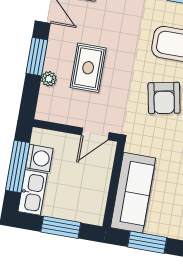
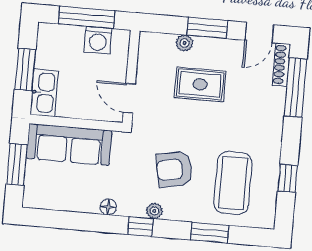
kitchen sink: (33, 192) -> (44, 93), moved, turned -90

